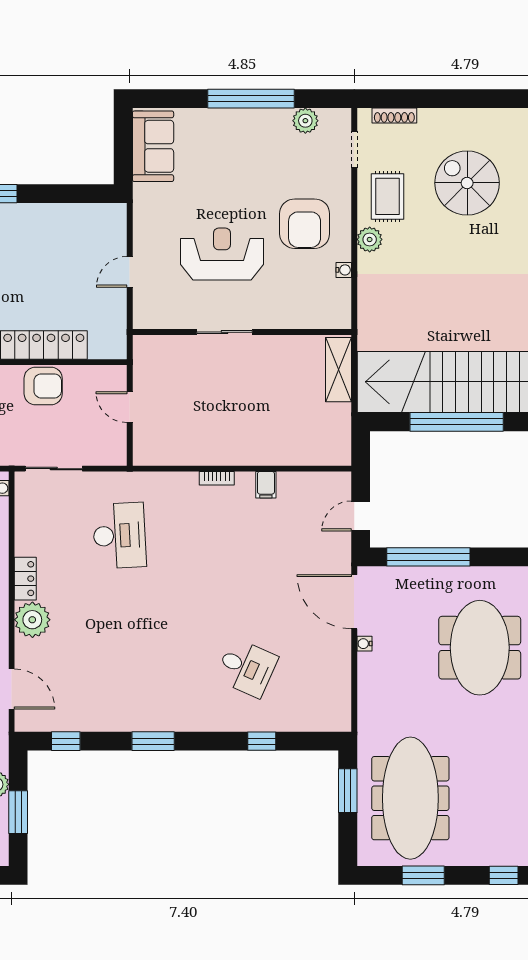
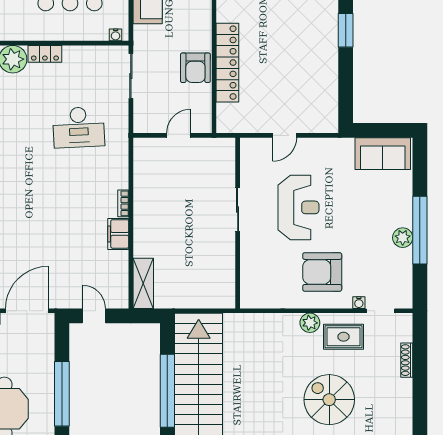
shoe rack: (394, 116) -> (407, 360), moved
plant: (305, 121) -> (403, 238), moved
spiral stairs: (467, 183) -> (329, 400), moved, turned -90
water cooler: (344, 270) -> (359, 303), moved
door: (130, 272) -> (285, 135), swing flipped
shelving: (339, 370) -> (143, 283), moved, turned 90
filing cabinet: (266, 485) -> (118, 234), width x2.00
window: (428, 557) -> (62, 394), moved

